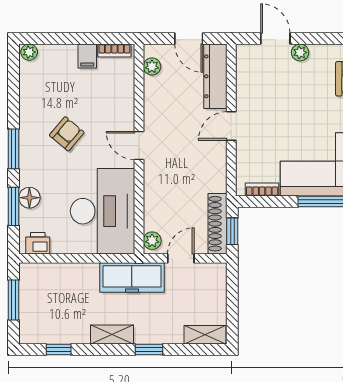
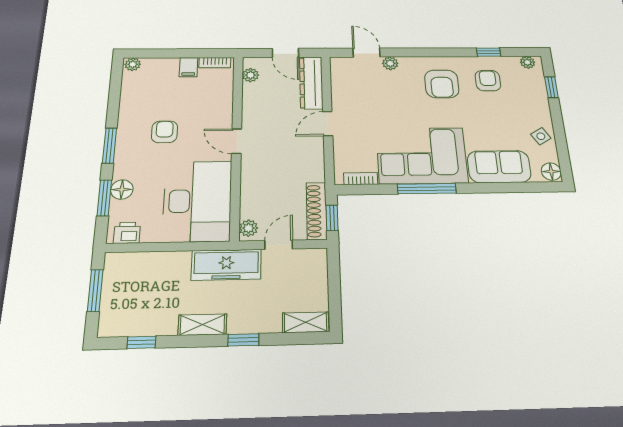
armchair: (67, 134) -> (165, 132), turned -40

